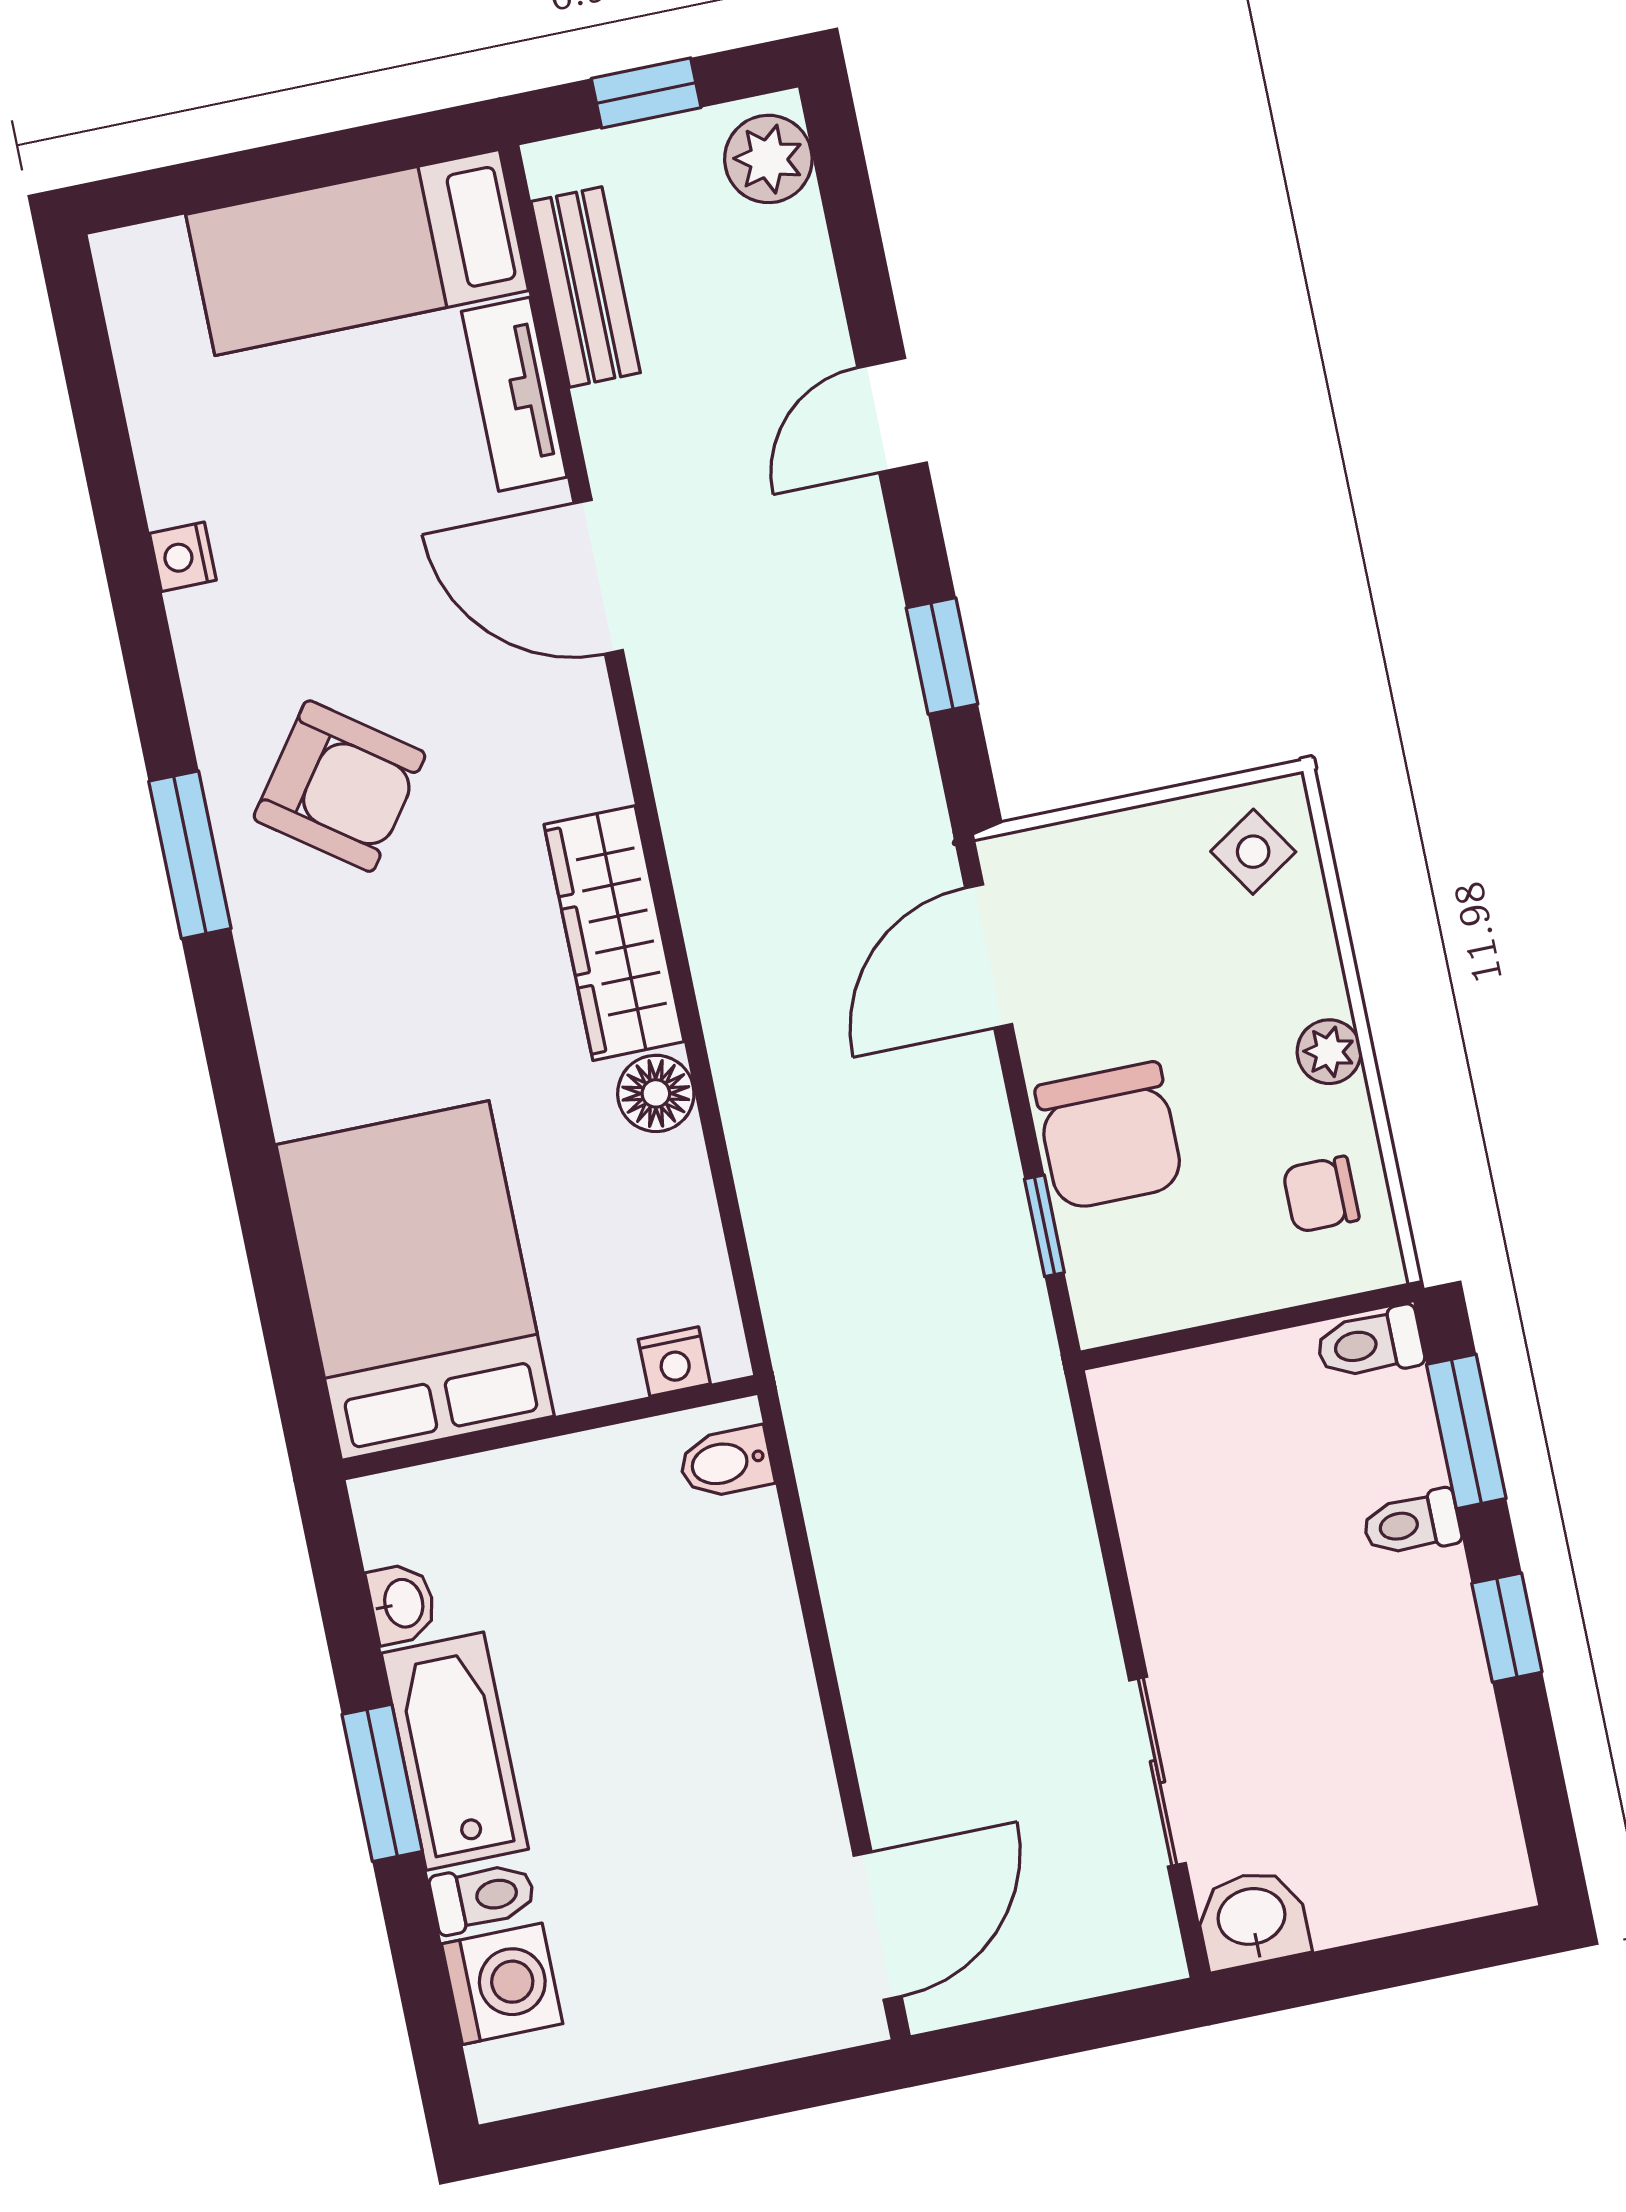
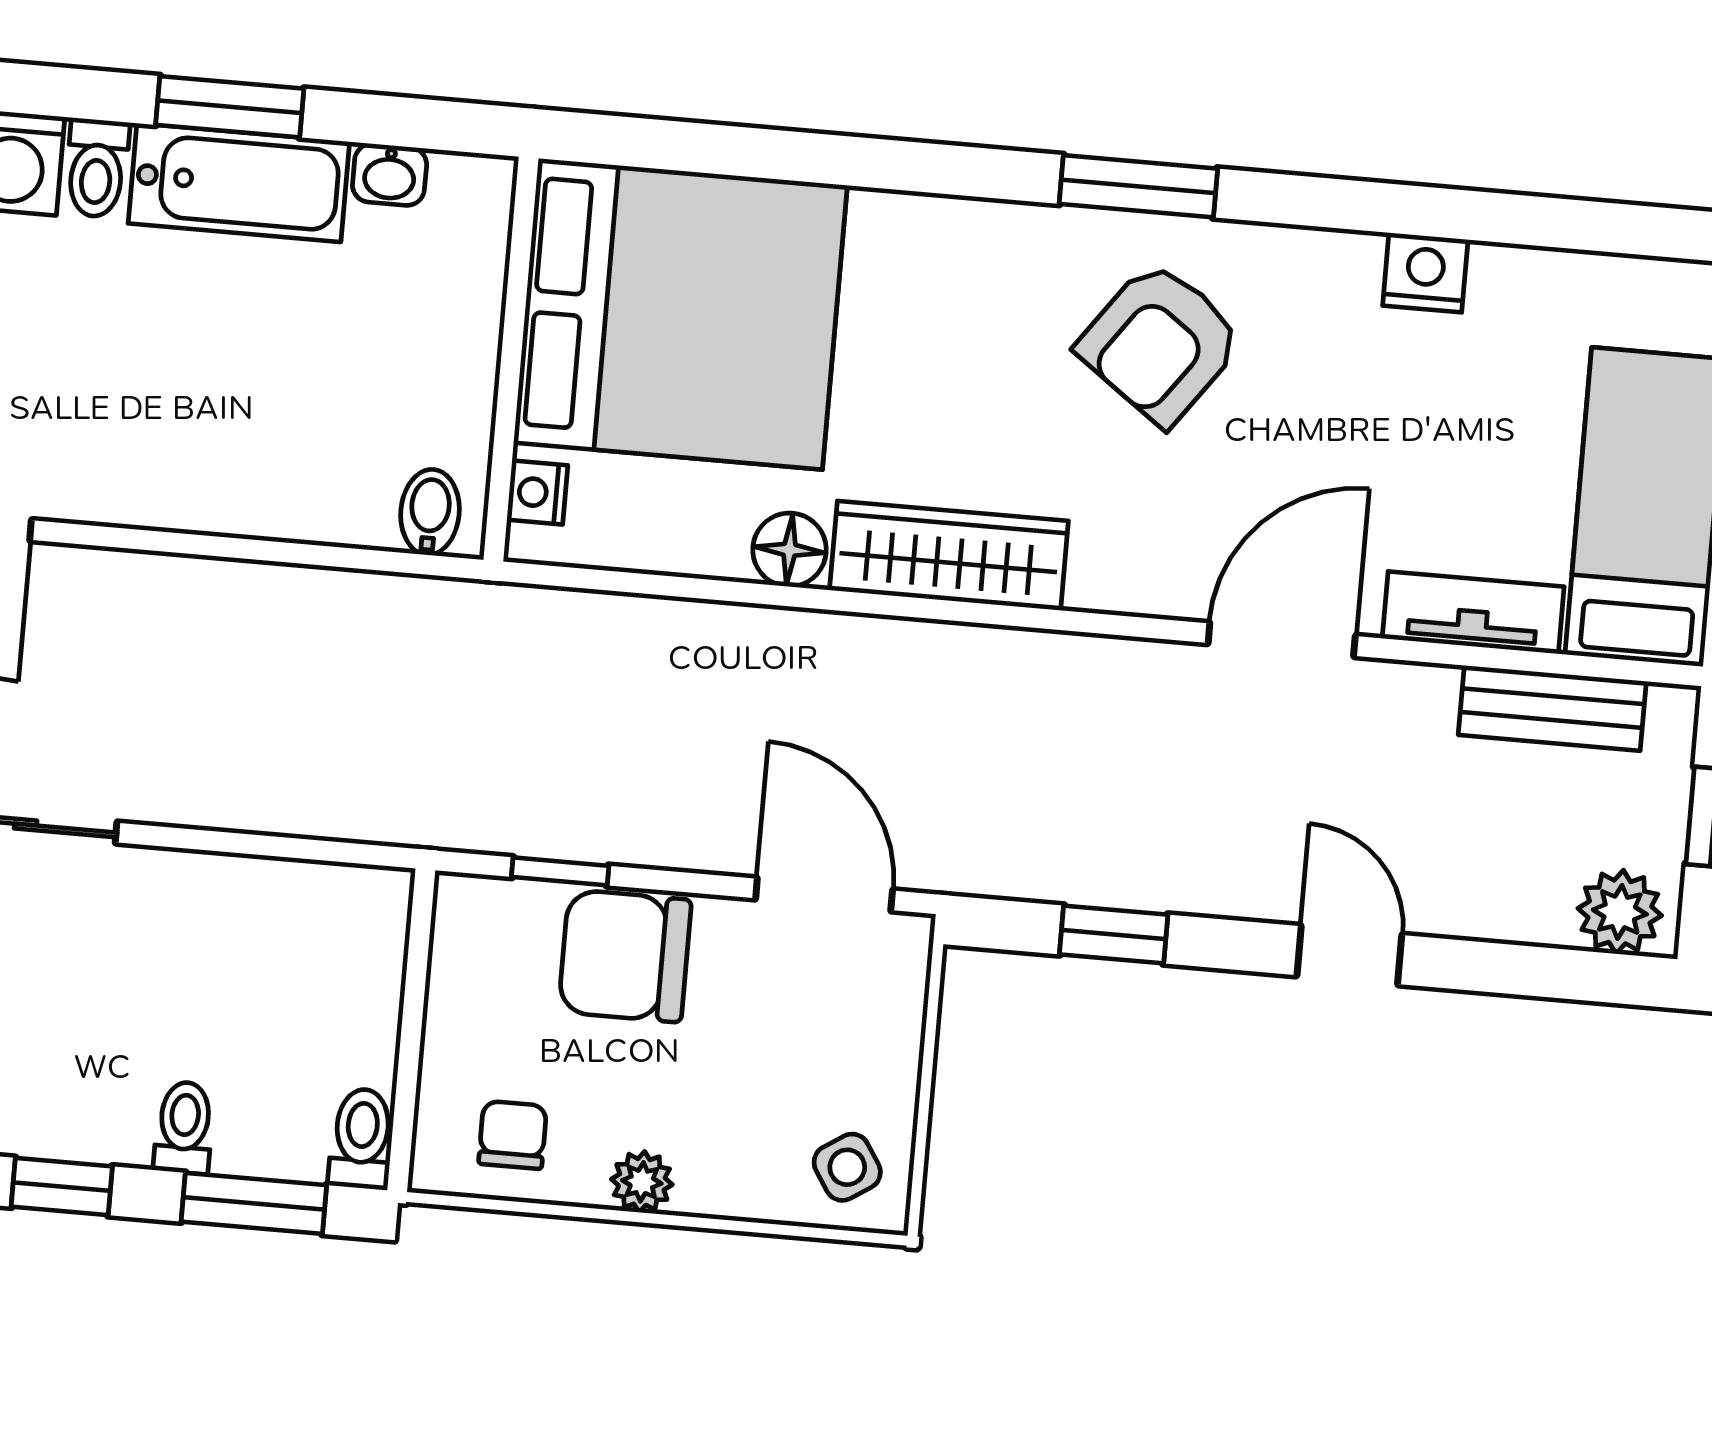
nightstand: (183, 557) -> (1425, 273), width x1.39, depth x1.35
bed: (415, 1280) -> (680, 314), width x1.36

